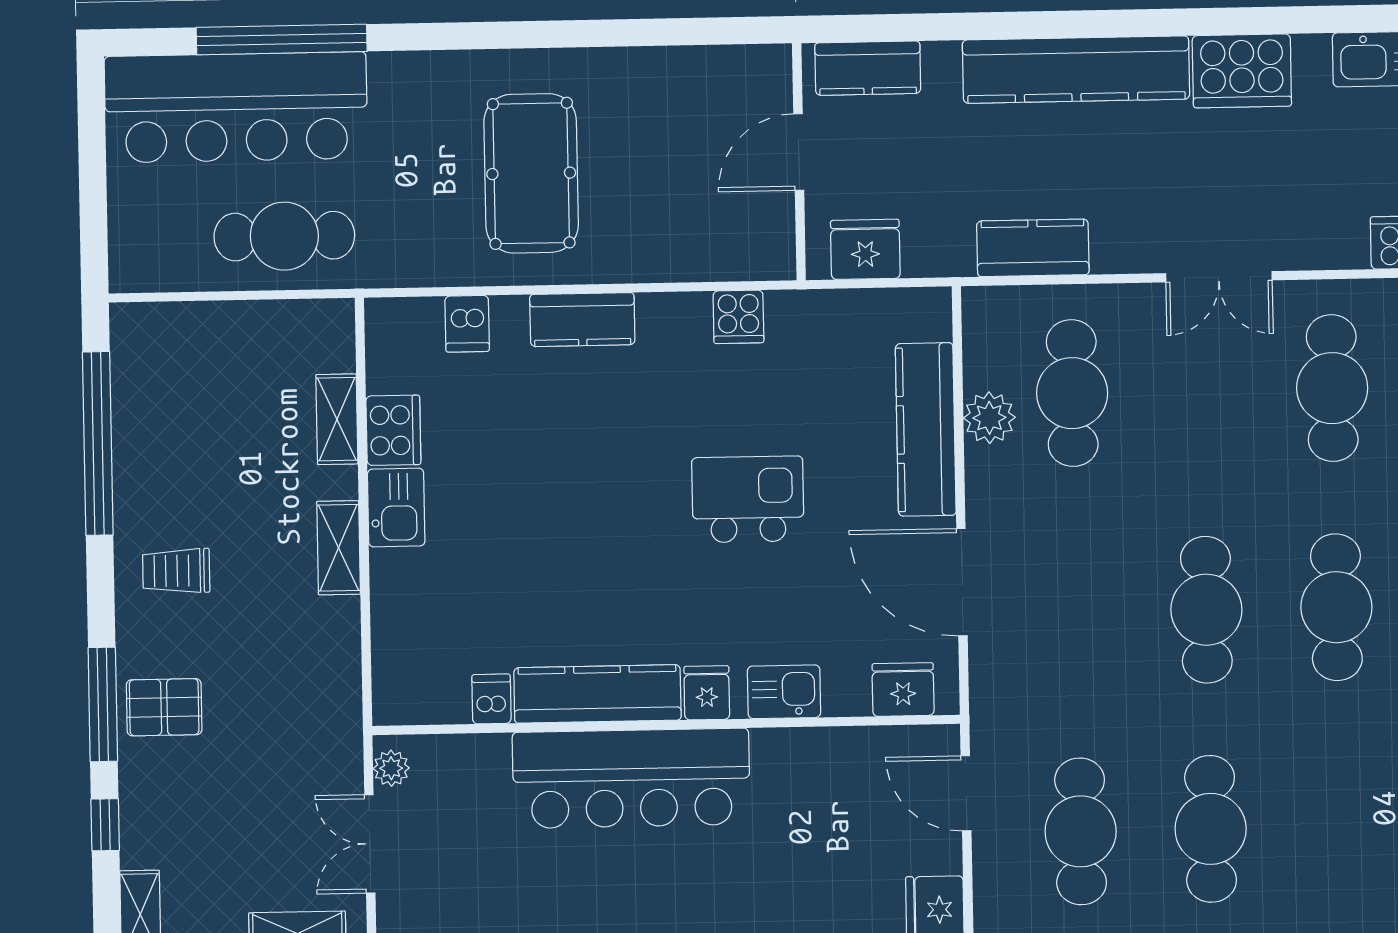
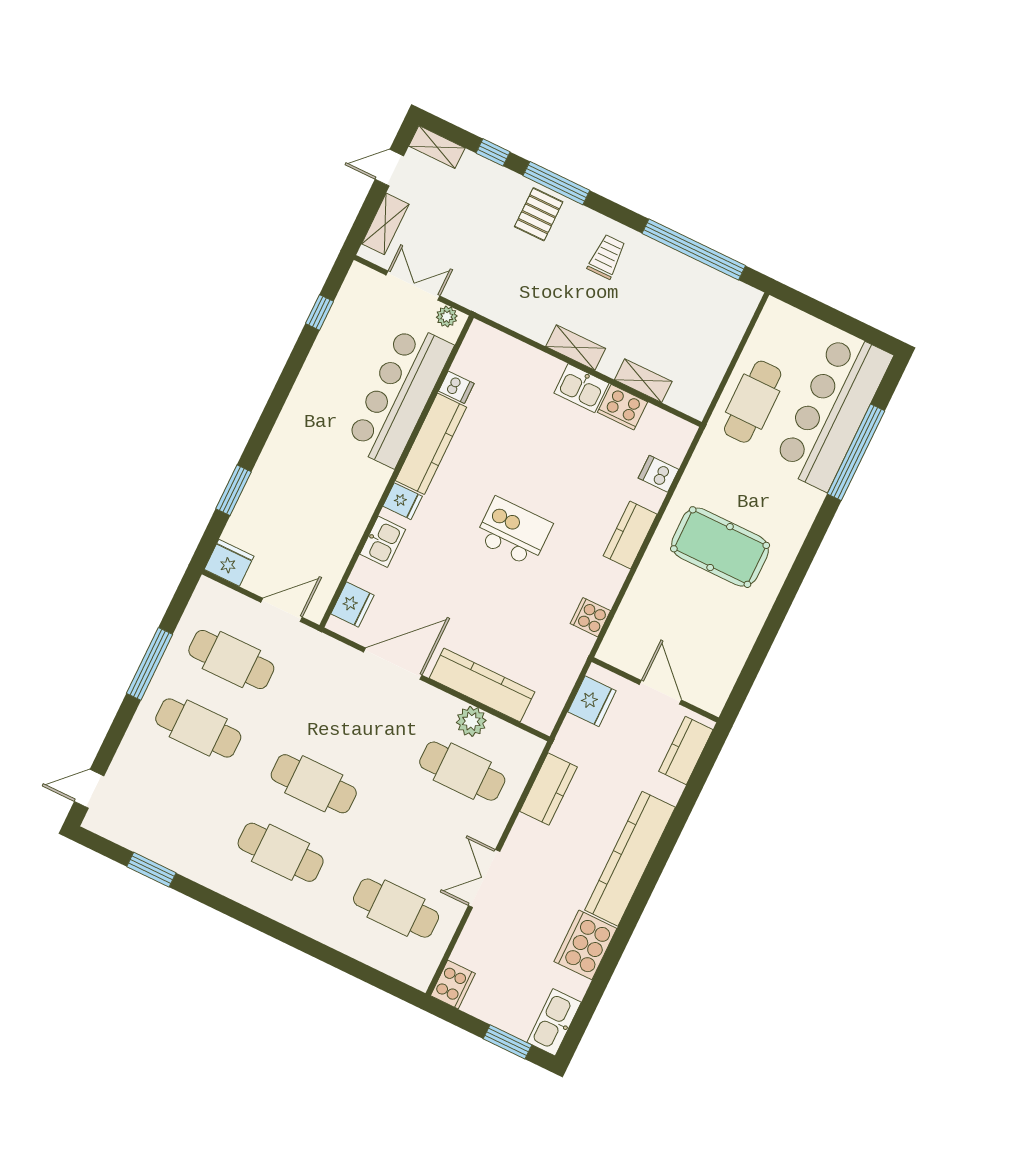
kitchen island: (748, 499) -> (514, 532), moved, turned -90
bar counter: (631, 778) -> (399, 395), moved

